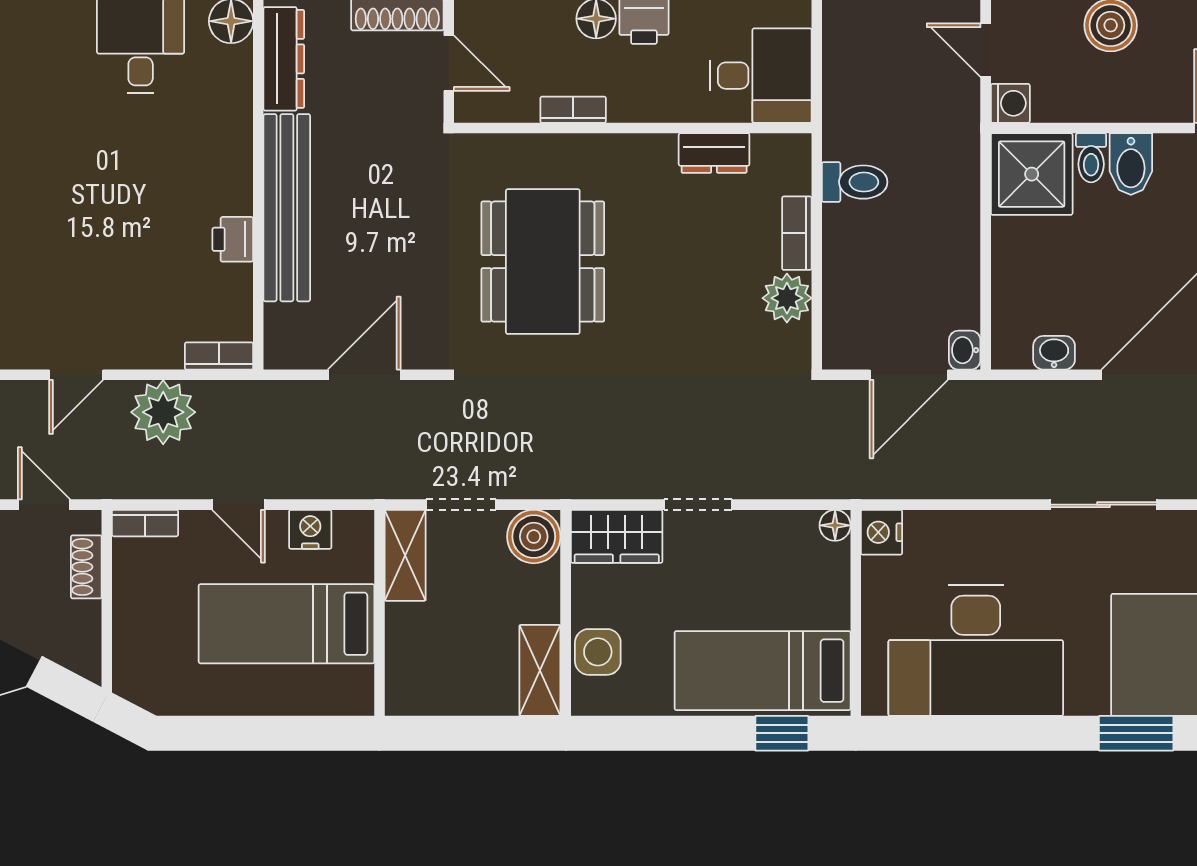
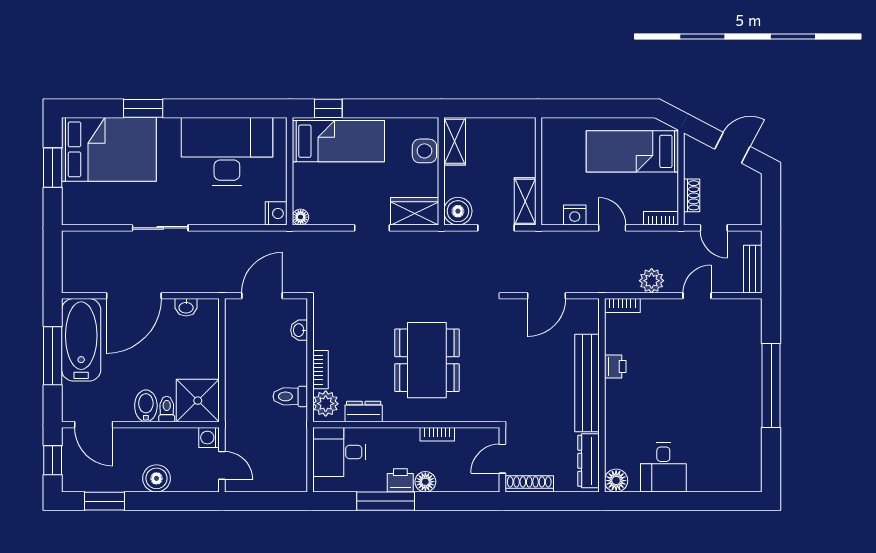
door: (449, 63) -> (502, 459), hinge flipped
dining table: (543, 262) -> (427, 360), moved
plant: (787, 298) -> (326, 404), moved
washbasin: (965, 350) -> (299, 330), moved, turned 180
plant: (163, 412) -> (652, 281), width x0.73, depth x0.73
bed: (286, 624) -> (632, 151), moved, turned 180

